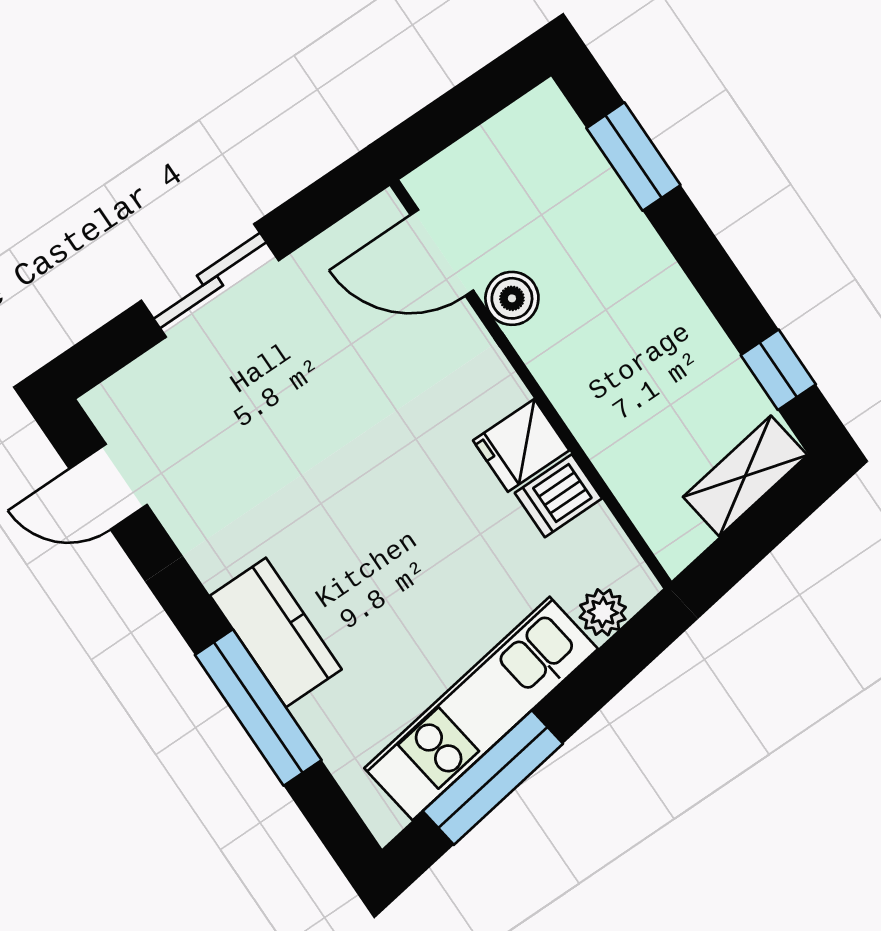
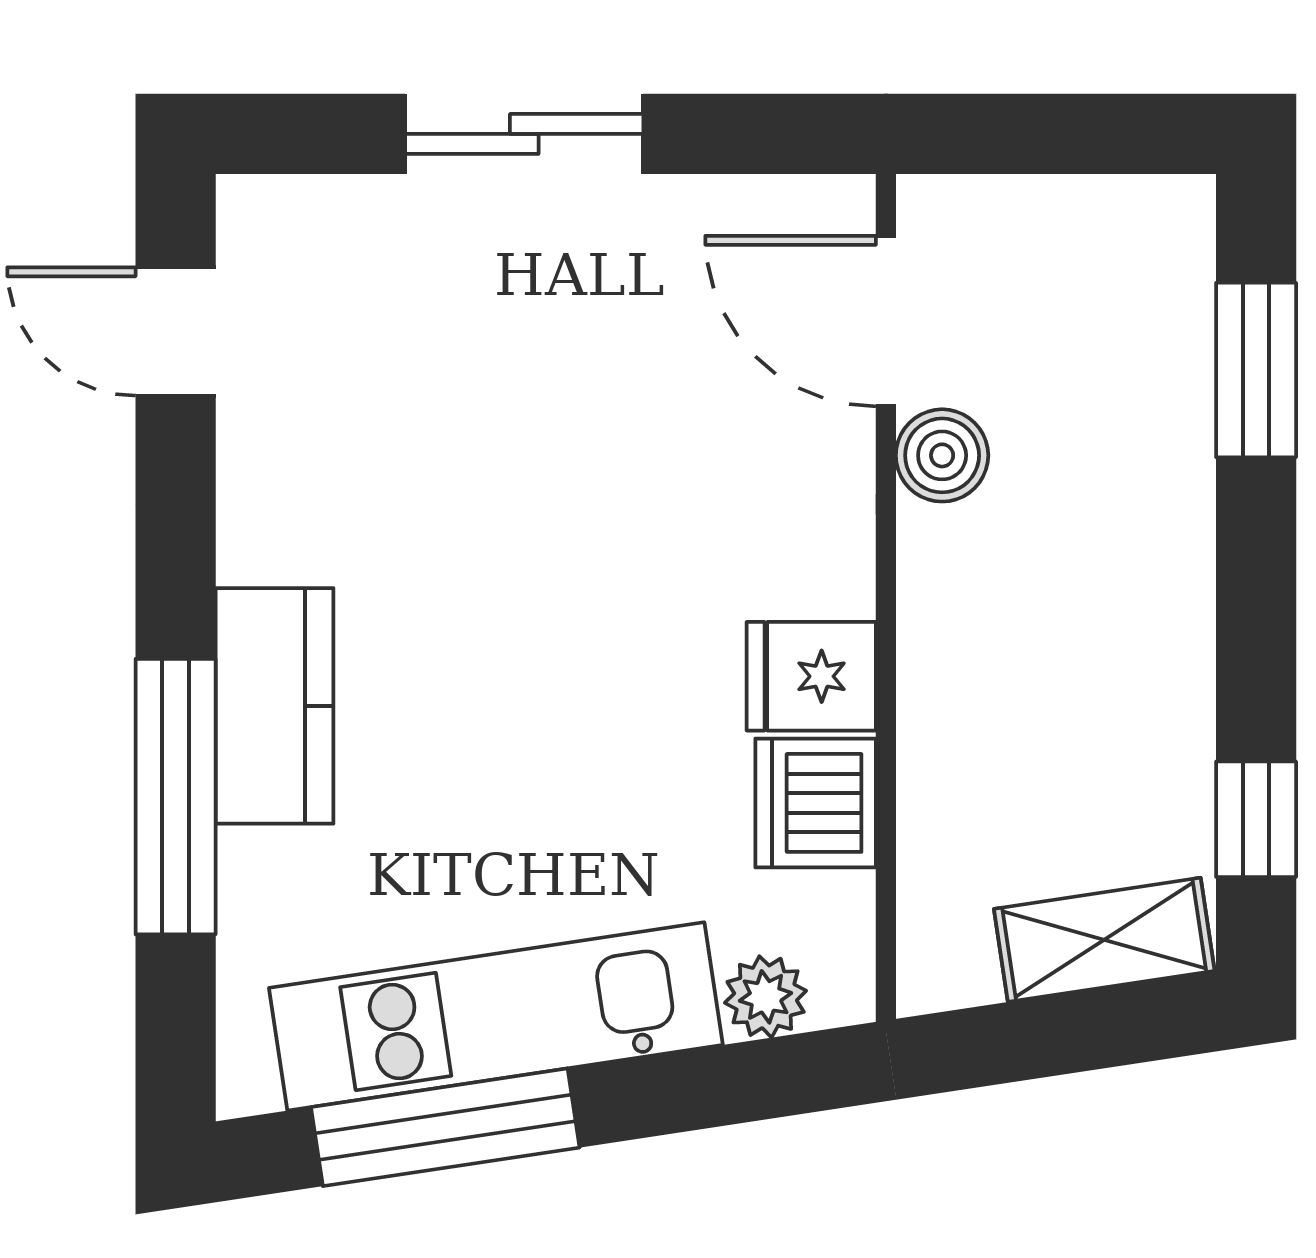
dishwasher: (558, 496) -> (816, 803), width x1.38

